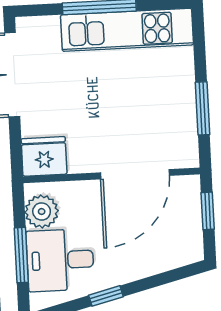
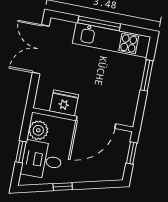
window: (202, 108) -> (147, 75), moved
fridge: (44, 156) -> (64, 103), moved
window: (21, 255) -> (21, 152), width x0.67

